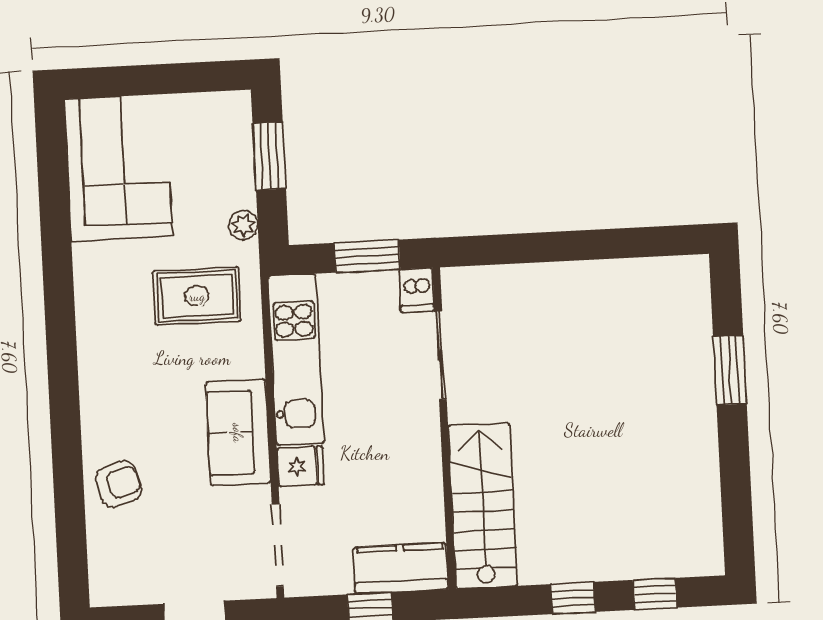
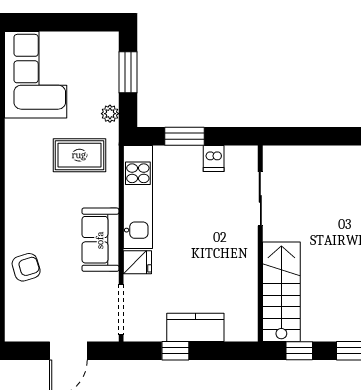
sliding door: (441, 355) -> (260, 199), moved
wall: (444, 428) -> (260, 243), moved
stairs: (483, 506) -> (281, 292), moved

